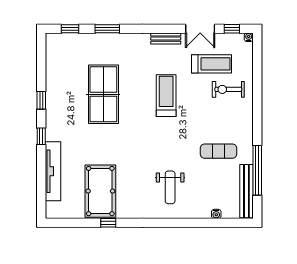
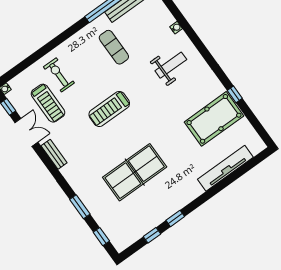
treadmill: (211, 64) -> (48, 103), turned 180
exercise bike: (228, 89) -> (59, 75), turned 180
treadmill: (166, 96) -> (109, 109), moved
window: (41, 136) -> (152, 235), moved
water cooler: (216, 214) -> (176, 28), moved

